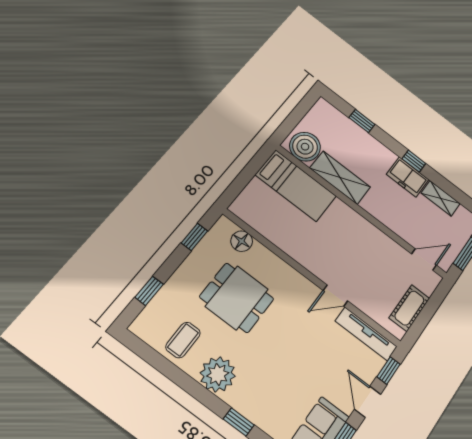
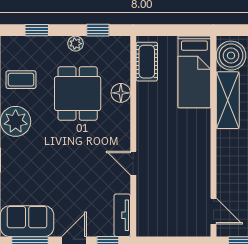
floor lamp: (242, 241) -> (121, 93), moved
plant: (190, 265) -> (76, 44), added
cot: (409, 308) -> (147, 62), moved, turned 90
tv unit: (366, 334) -> (122, 215), width x0.71

